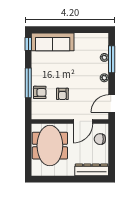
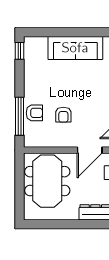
sofa: (53, 42) -> (75, 48), moved
window: (28, 83) -> (20, 116), moved

